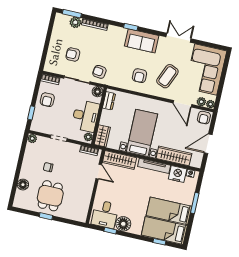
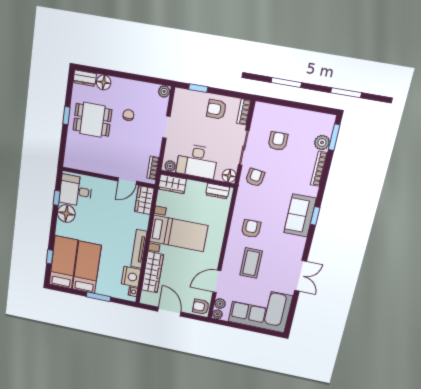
sofa: (142, 41) -> (300, 216), moved
armchair: (139, 76) -> (251, 229), turned 90
coffee table: (167, 76) -> (251, 263), turned 67
wardrobe: (120, 160) -> (144, 200), width x0.67
dresser: (19, 199) -> (85, 78), added

